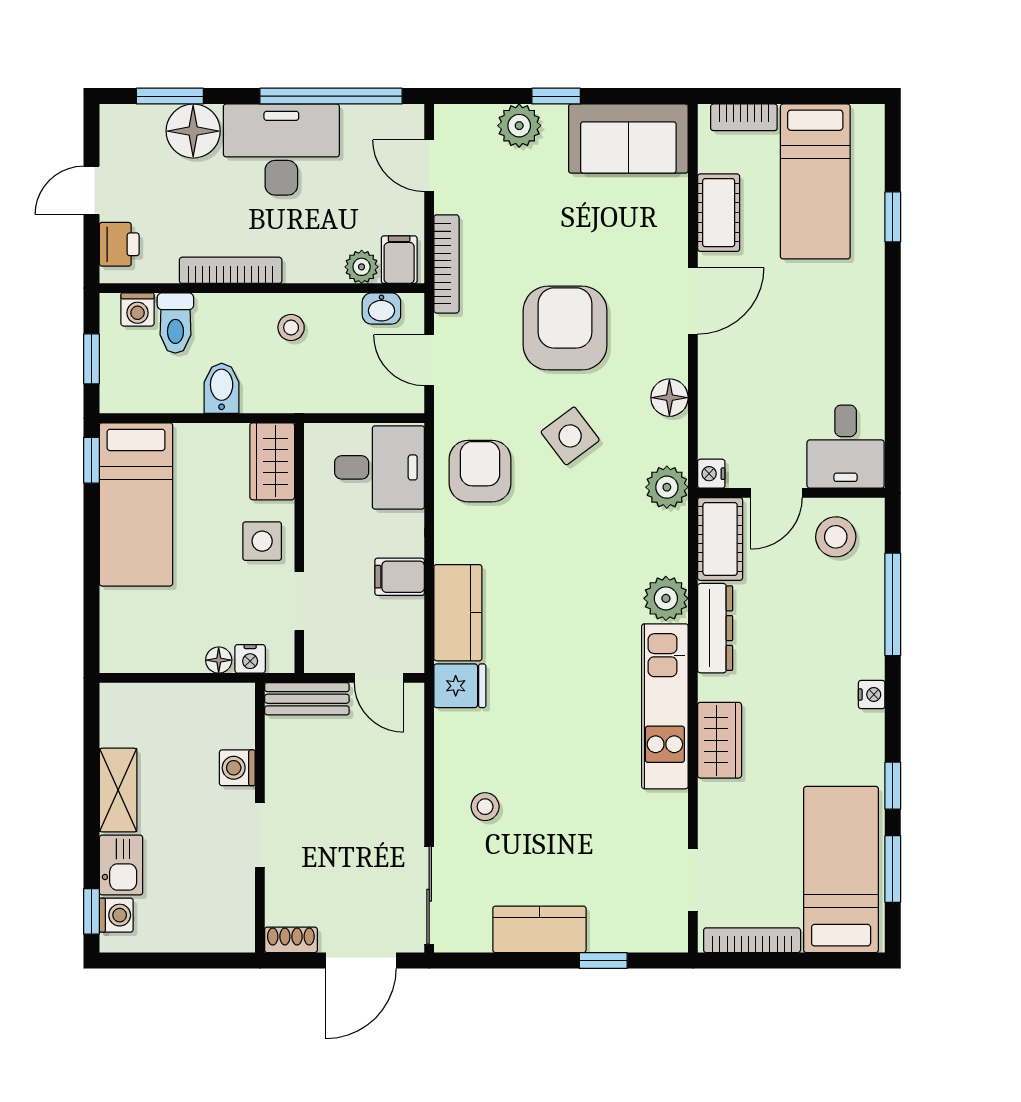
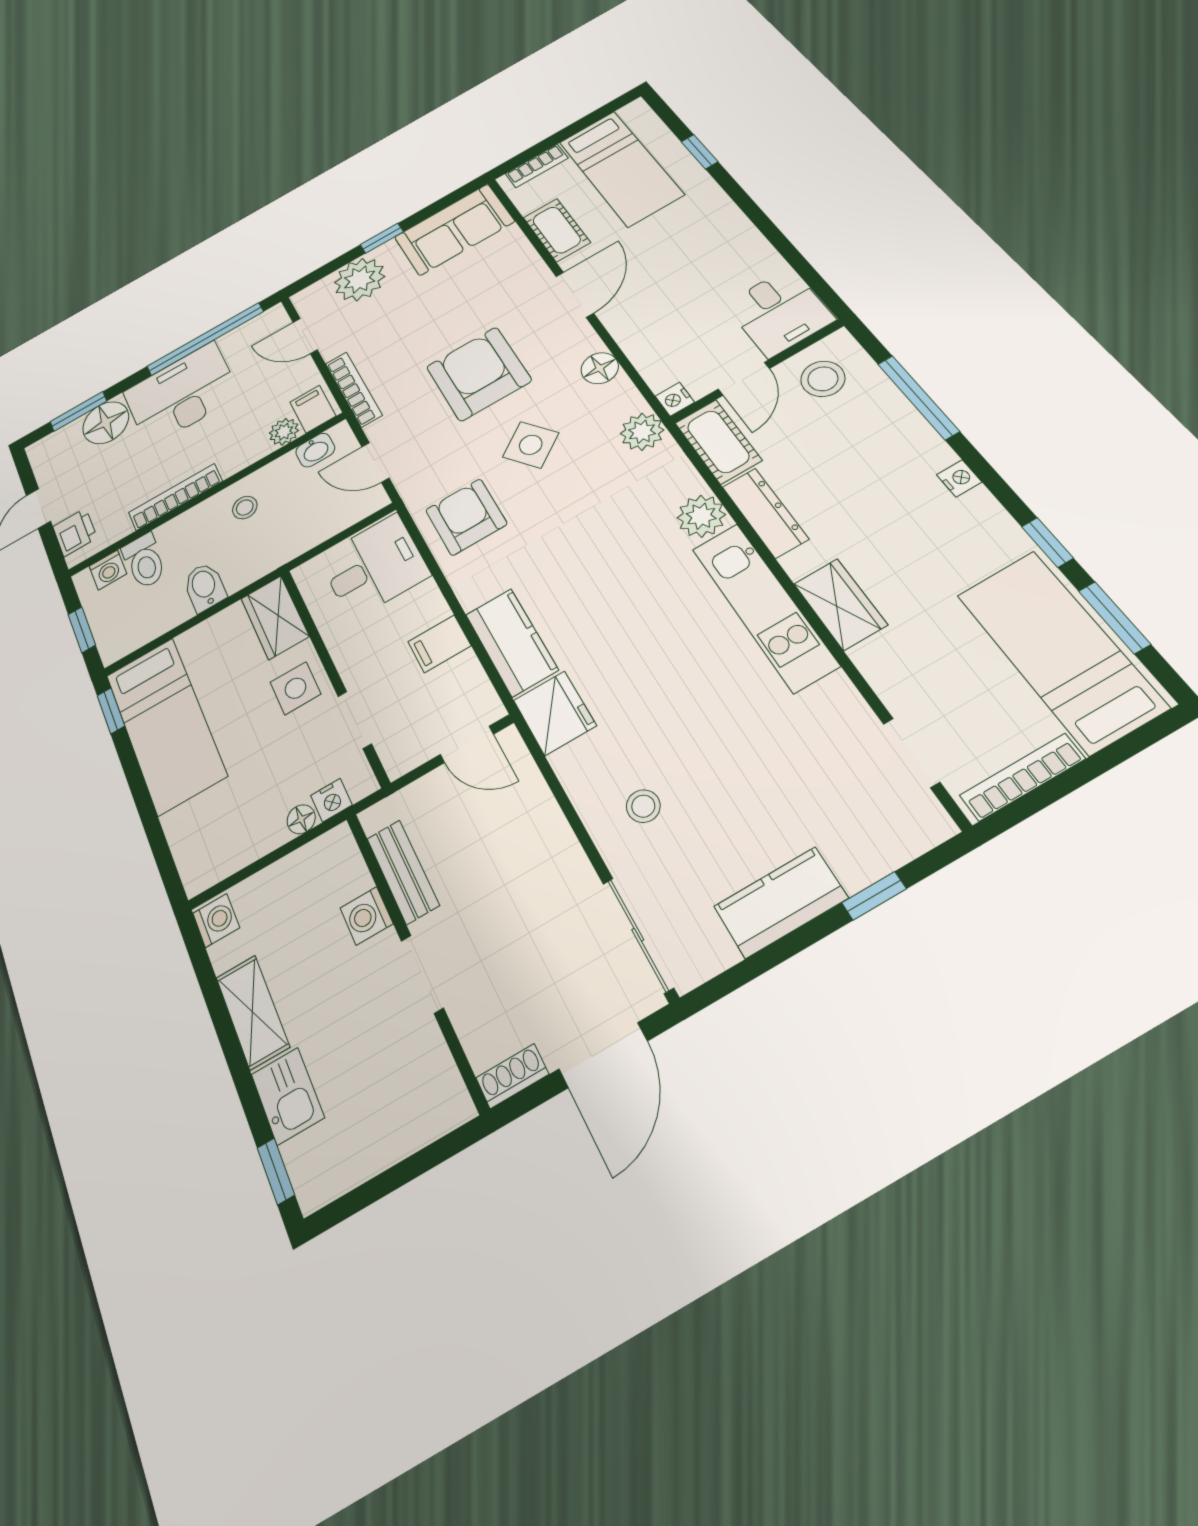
plant: (519, 126) -> (360, 280), width x1.36, depth x1.36
fridge: (460, 686) -> (555, 713), width x1.38
bench: (307, 699) -> (403, 872), moved, turned 90
washing machine: (116, 915) -> (216, 920), moved

